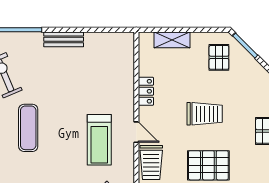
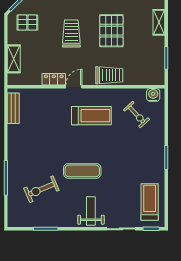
bench: (64, 39) -> (13, 108), moved
door: (136, 132) -> (74, 87), moved

